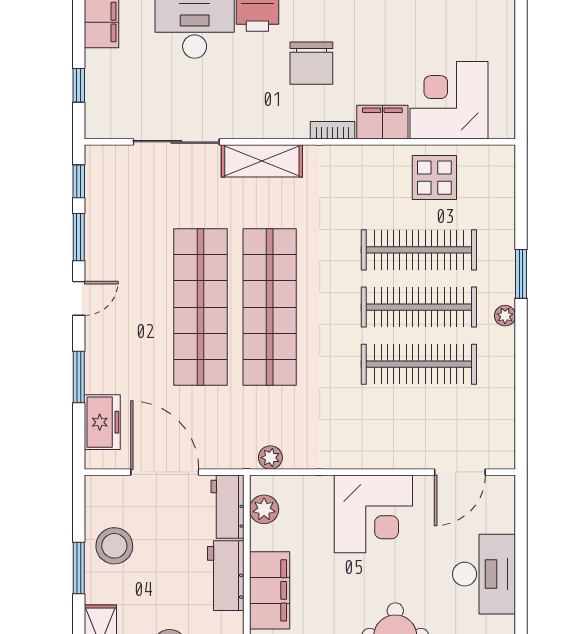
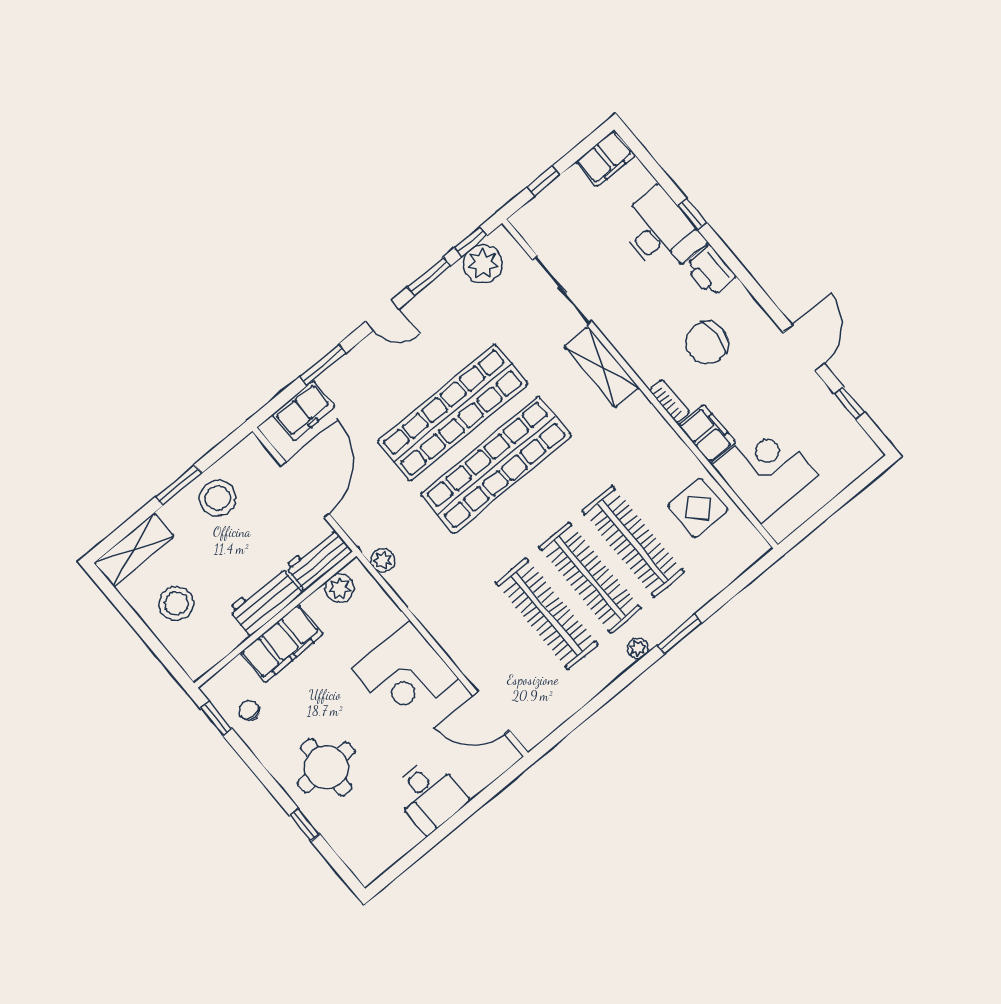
plant: (104, 186) -> (483, 264), added
desk: (484, 574) -> (429, 795), width x0.73

